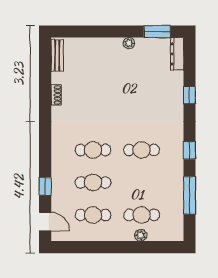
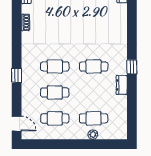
window: (189, 95) -> (132, 23), removed
dresser: (177, 173) -> (122, 85), added
window: (45, 186) -> (17, 75), moved
window: (189, 195) -> (132, 103), removed

